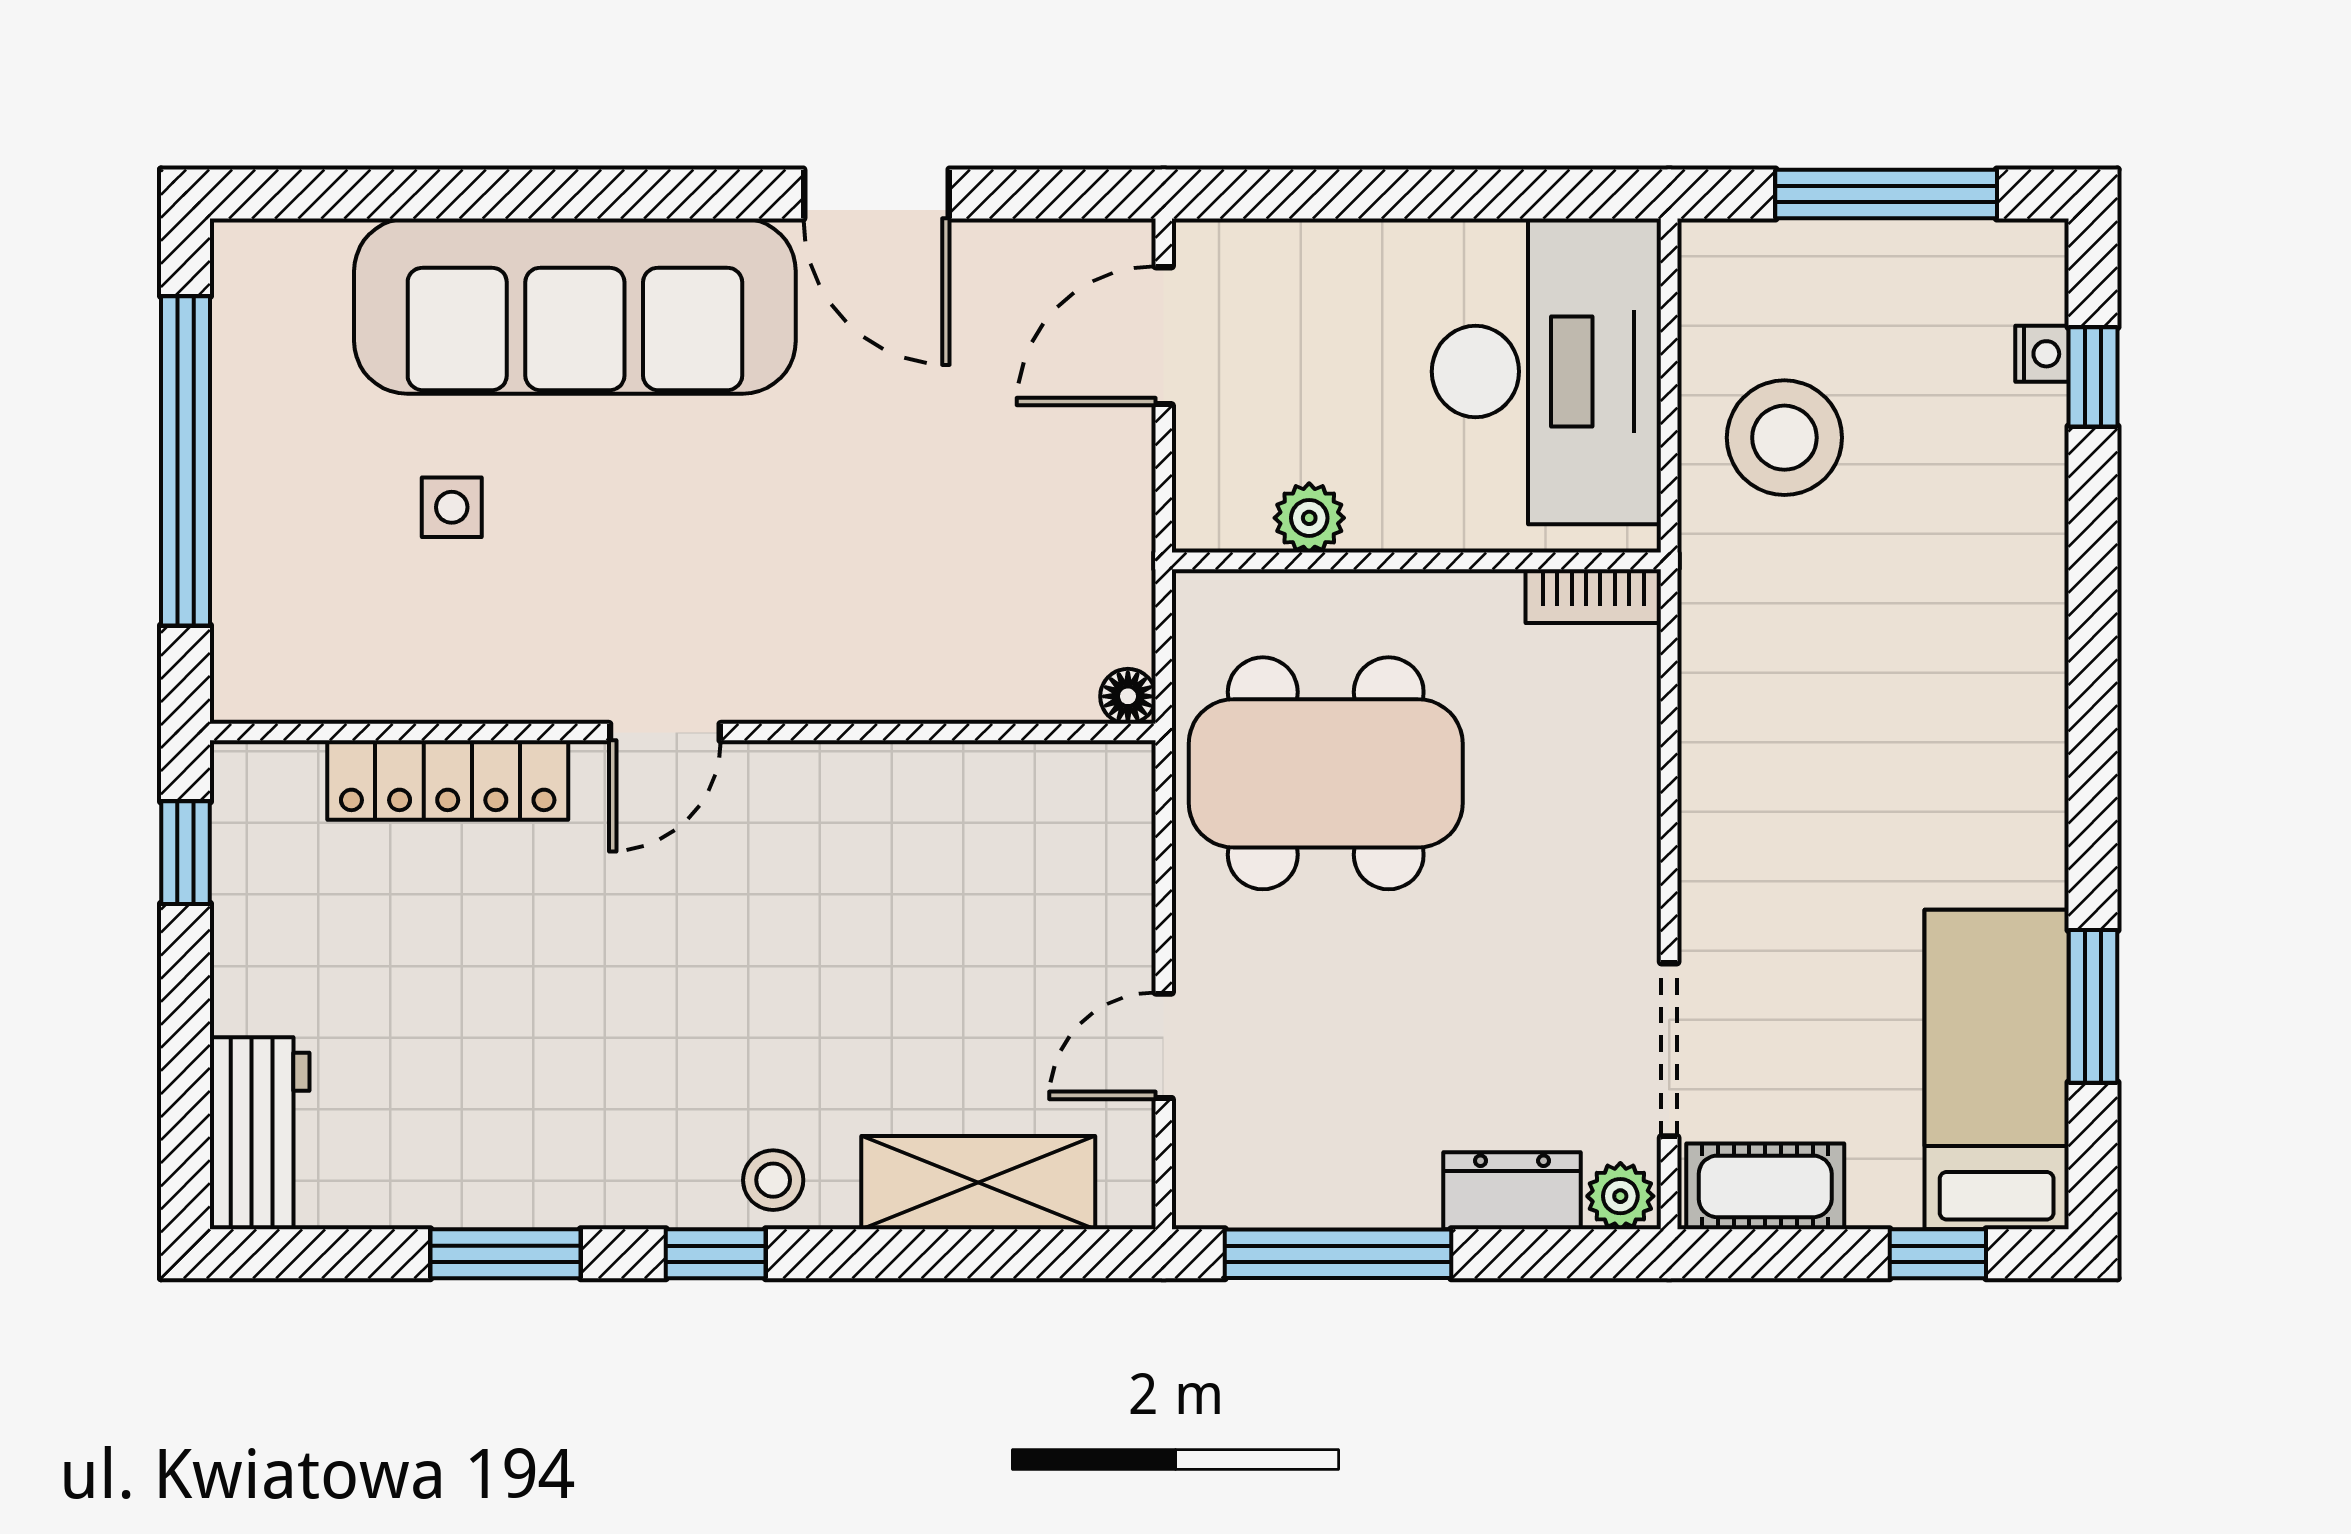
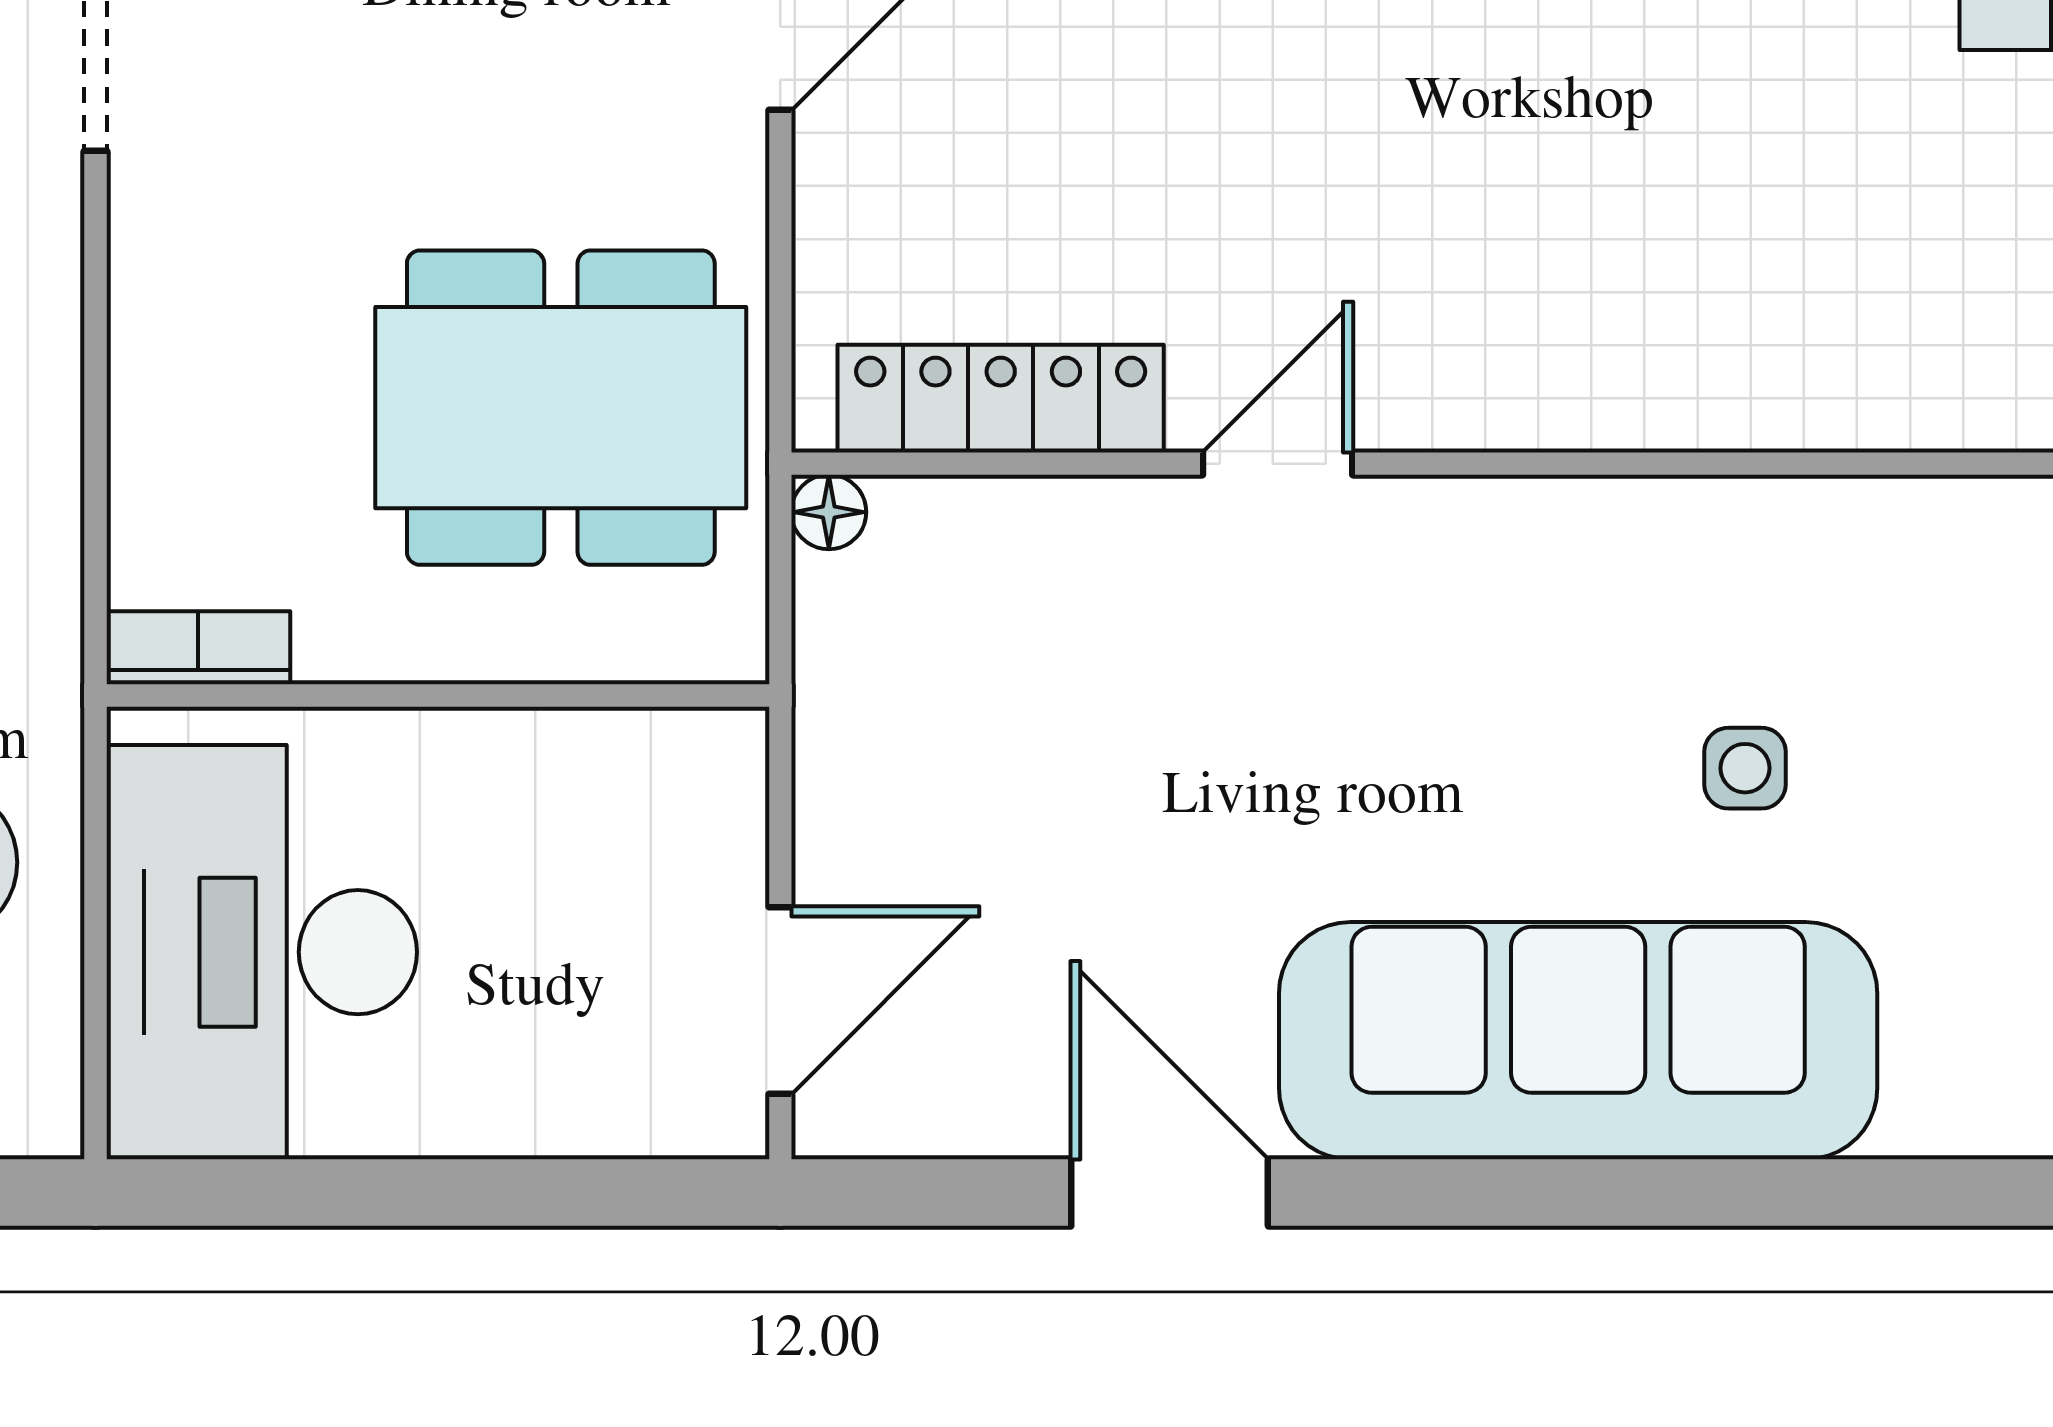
plant: (1309, 518) -> (583, 754), removed
door: (665, 732) -> (1278, 464), moved
locker: (448, 780) -> (1001, 399), moved

